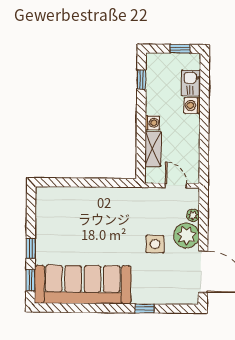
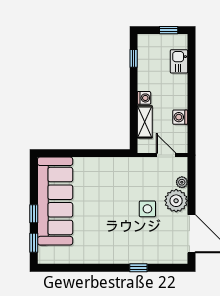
washing machine: (192, 105) -> (180, 117), moved
sofa: (83, 285) -> (55, 201), moved, turned 90

